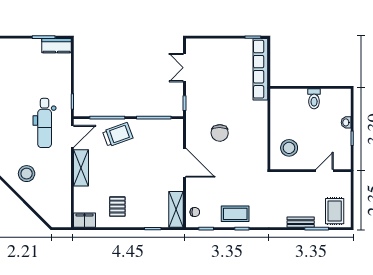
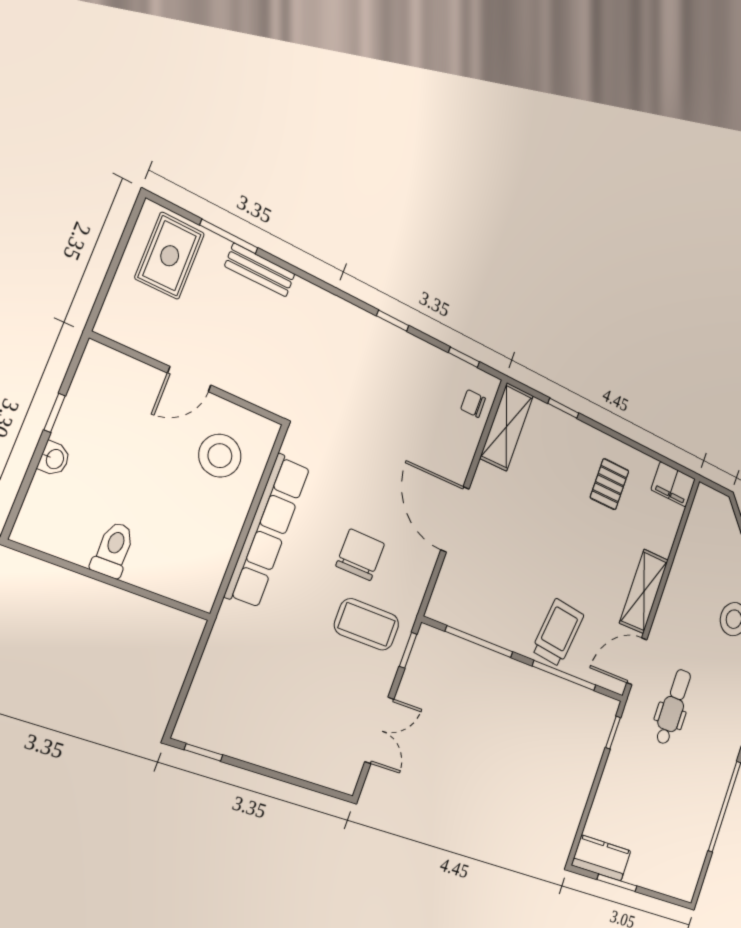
row of seats: (260, 69) -> (267, 531), moved
dental chair: (45, 123) -> (673, 707), width x0.73, depth x0.72
trolley: (118, 135) -> (558, 633), turned 117
door: (325, 171) -> (189, 379), moved
coffee table: (235, 214) -> (367, 624), moved

